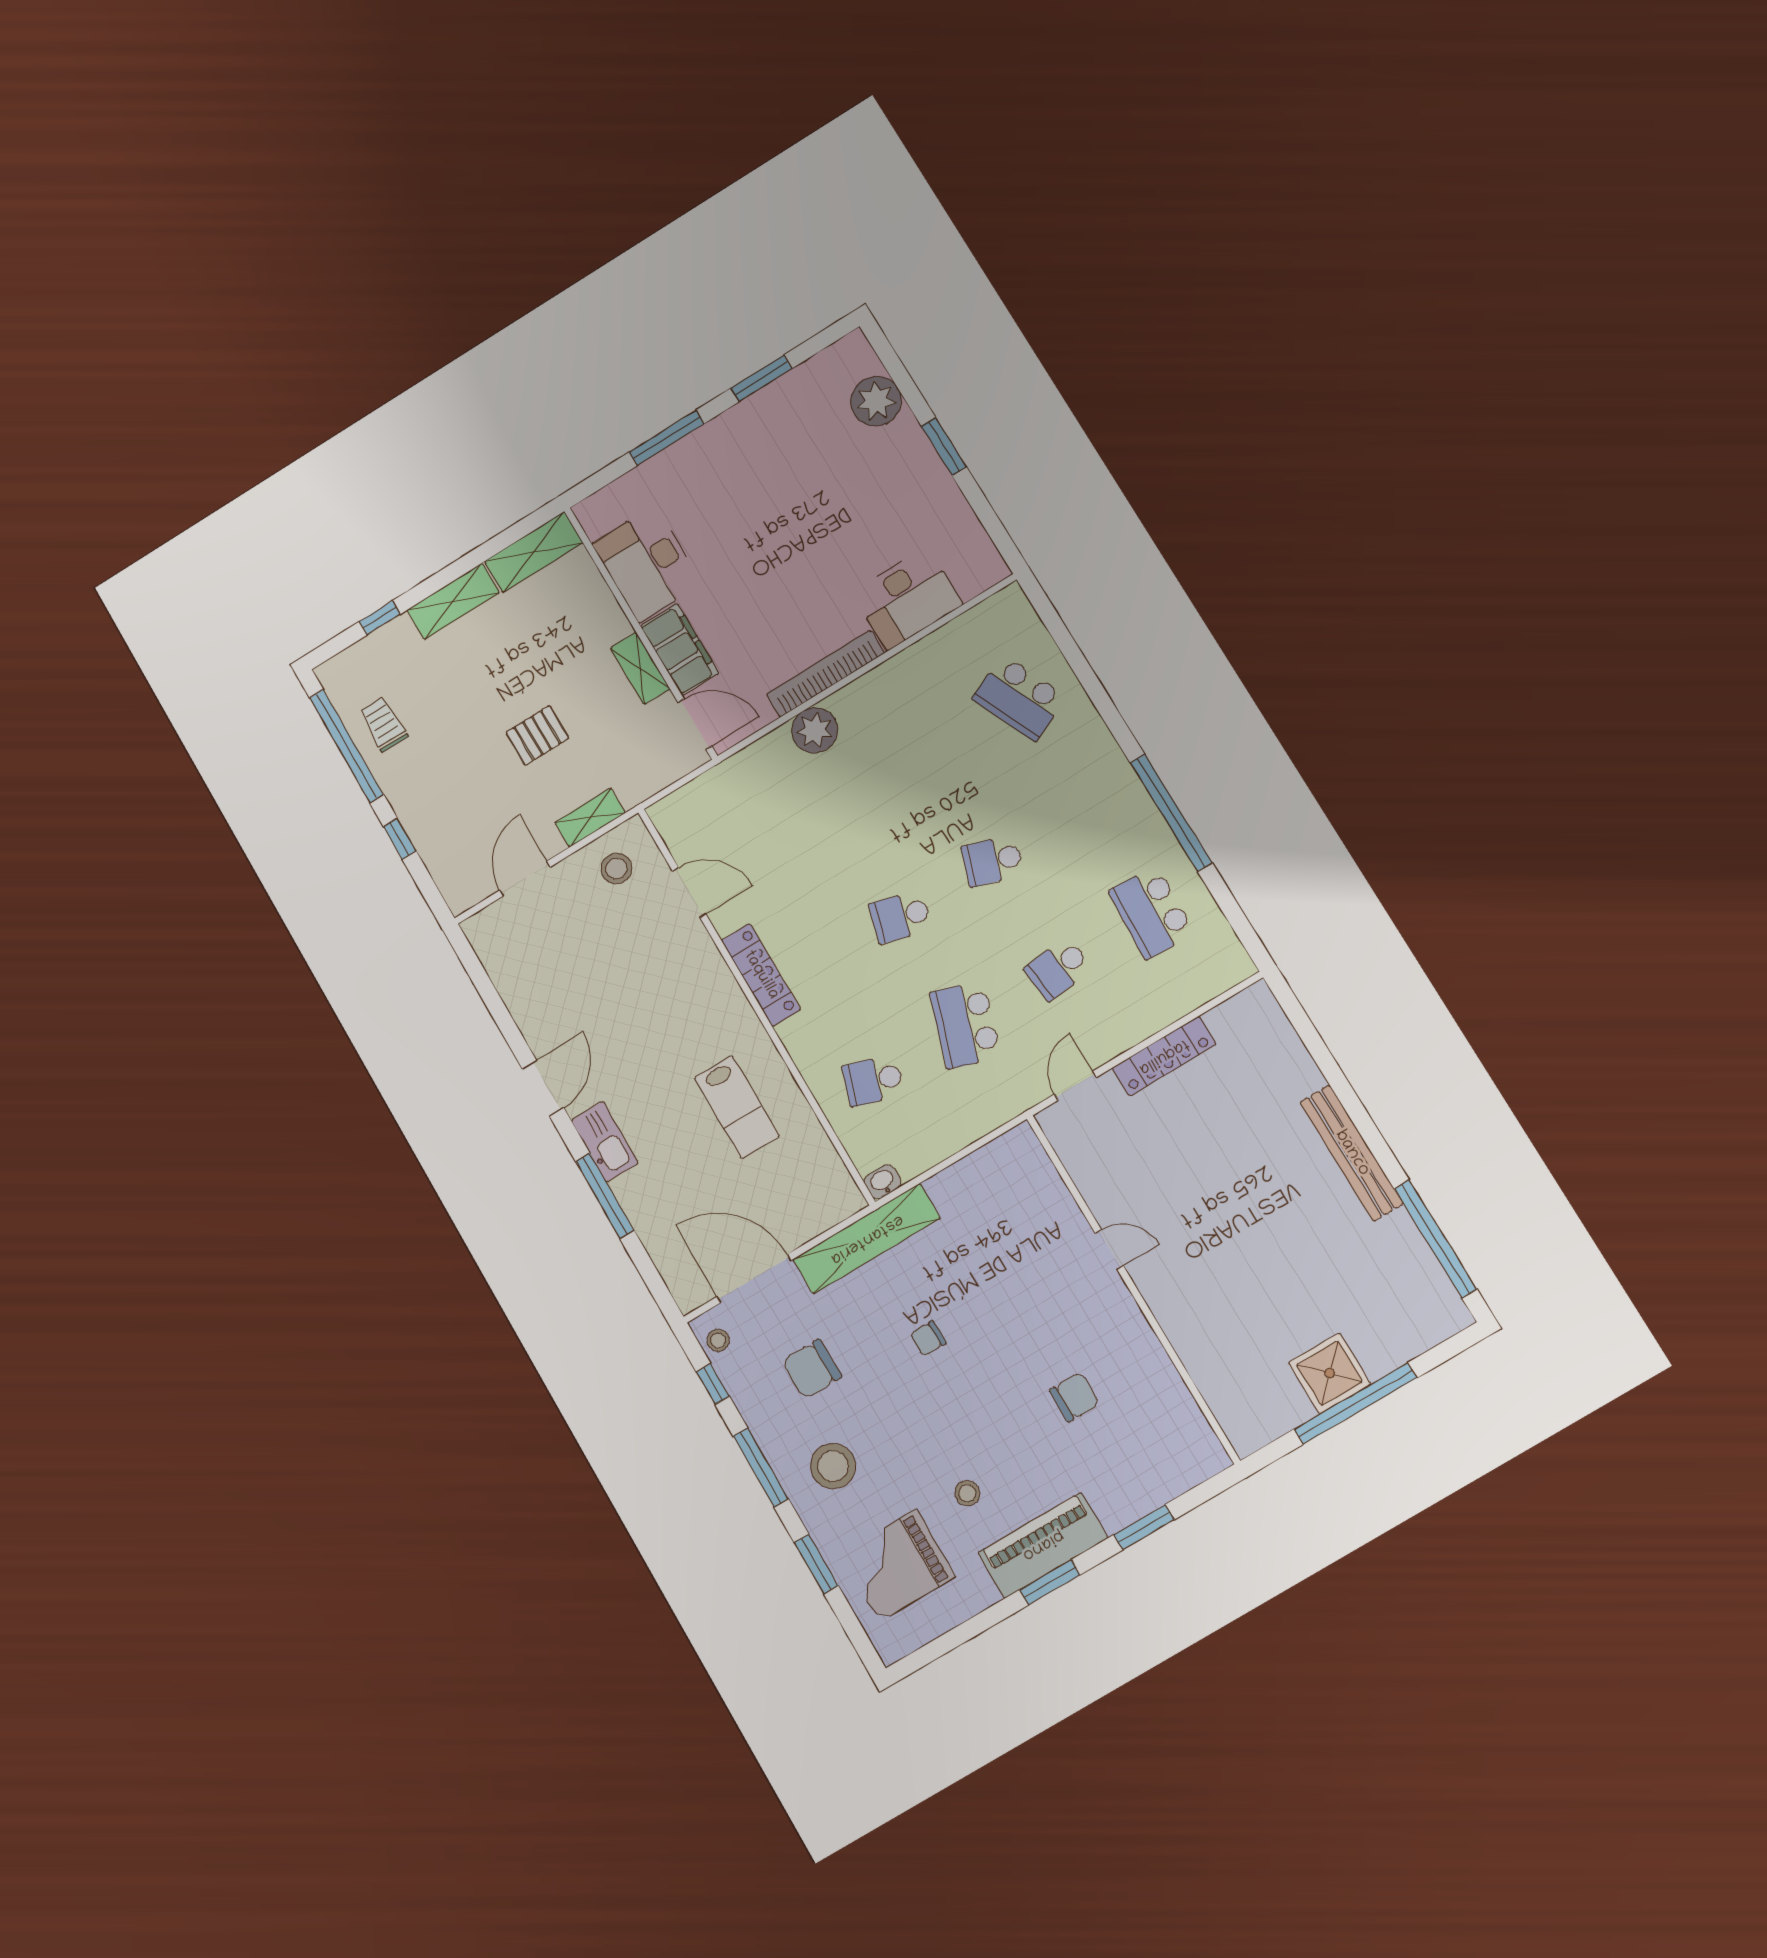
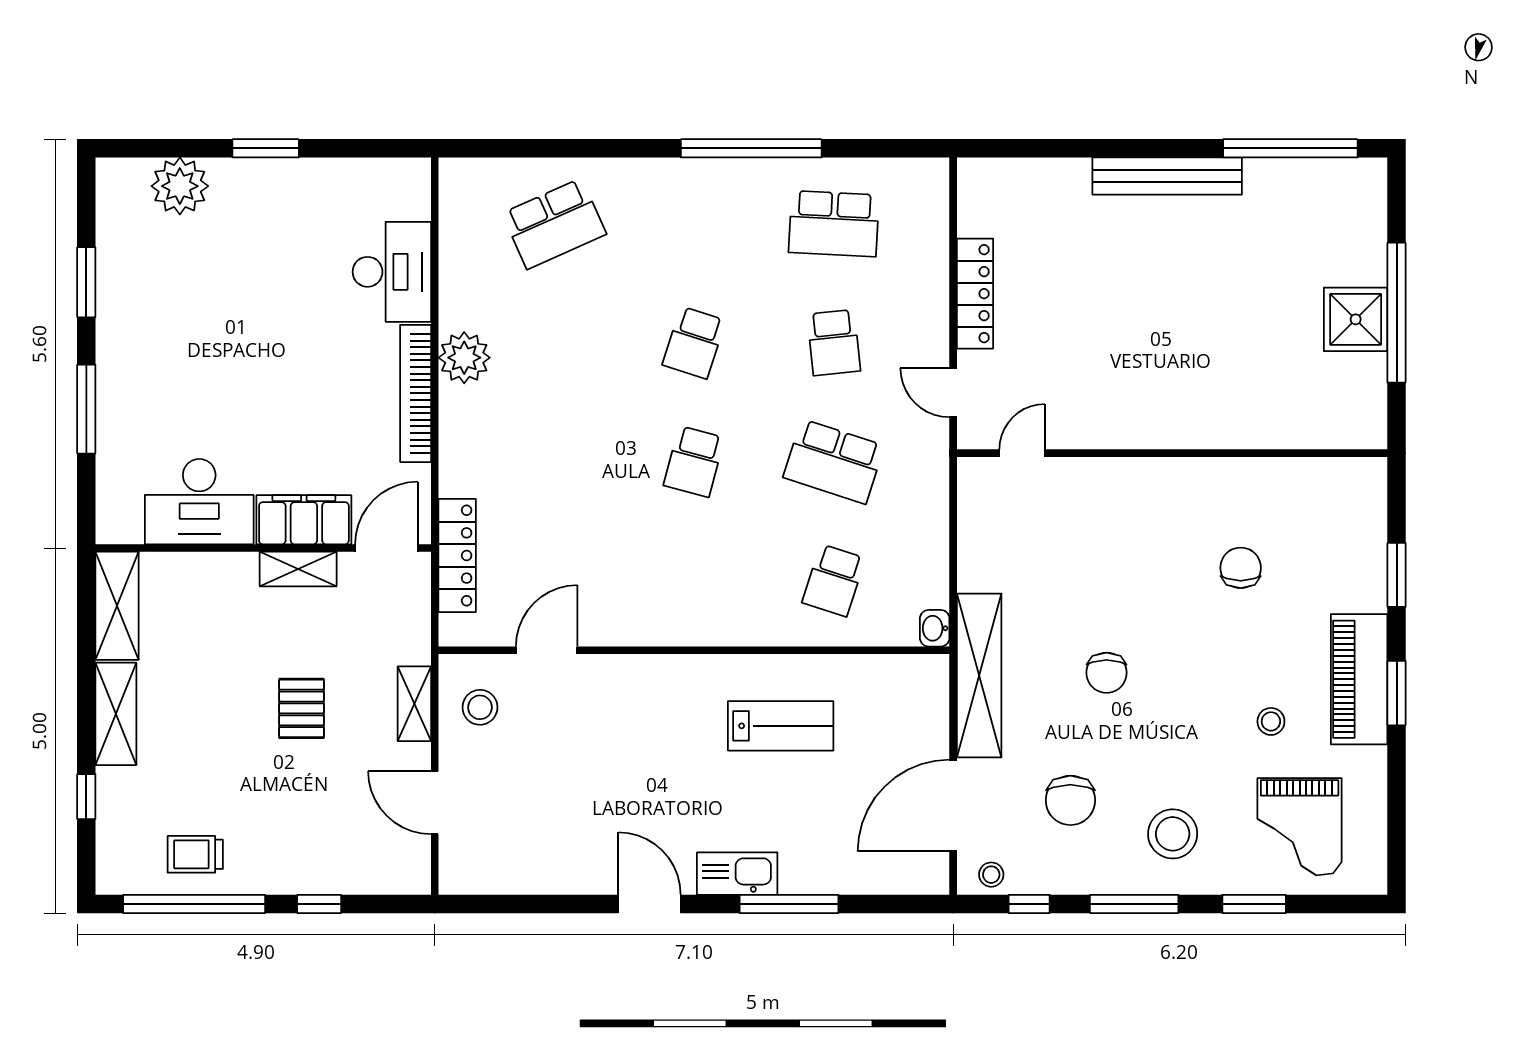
plant: (815, 730) -> (464, 358), moved
locker: (761, 975) -> (457, 555), moved, turned 90
door: (1109, 1249) -> (1022, 453), moved
chair: (928, 1338) -> (1107, 673), width x1.37, depth x1.37

